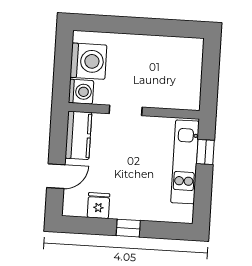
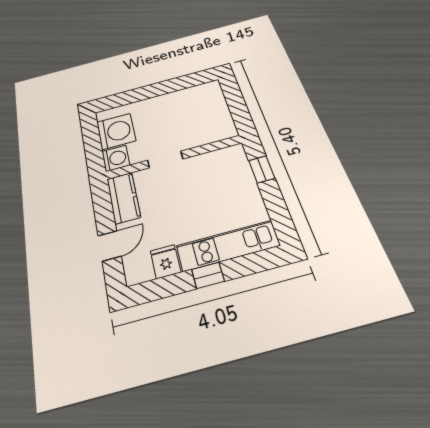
kitchen unit: (185, 162) -> (228, 246), moved, turned 90

